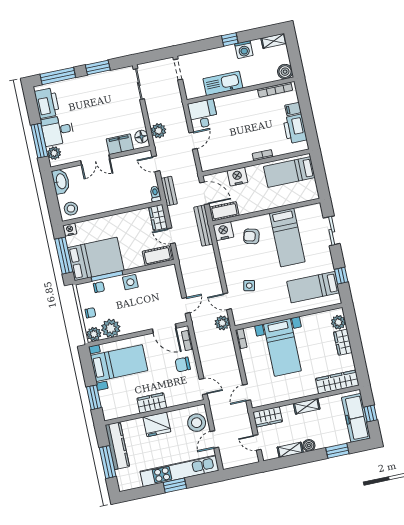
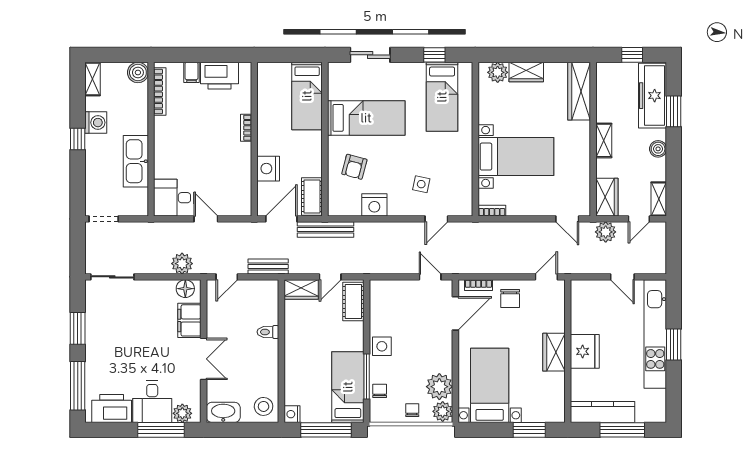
bed: (289, 172) -> (307, 96), moved
toilet: (155, 194) -> (268, 332), moved
nightstand: (223, 231) -> (374, 205), moved, turned -90
bed: (96, 259) -> (348, 387), width x0.67
plant: (222, 323) -> (606, 232), moved
freezer: (356, 418) -> (653, 96), moved, turned 90
stool: (197, 423) -> (594, 296), removed
shelving: (290, 450) -> (659, 199), moved

